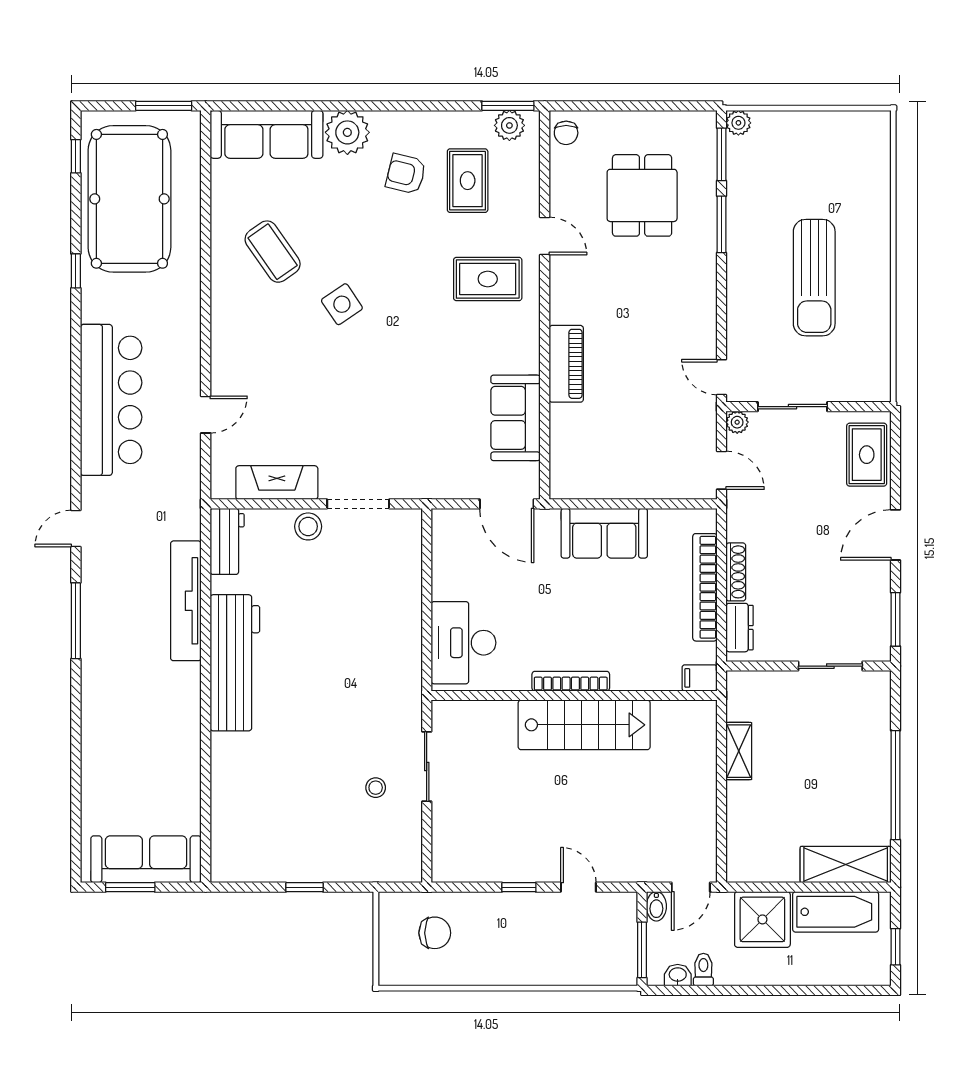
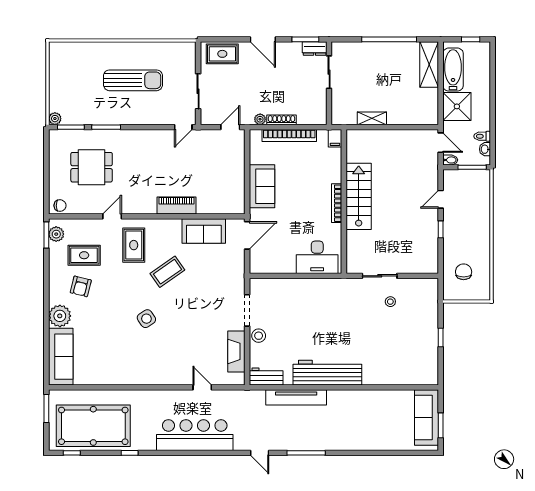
coffee table: (273, 252) -> (167, 272), moved
plant: (737, 422) -> (260, 119), moved
dresser: (740, 628) -> (315, 48), moved, turned 180

